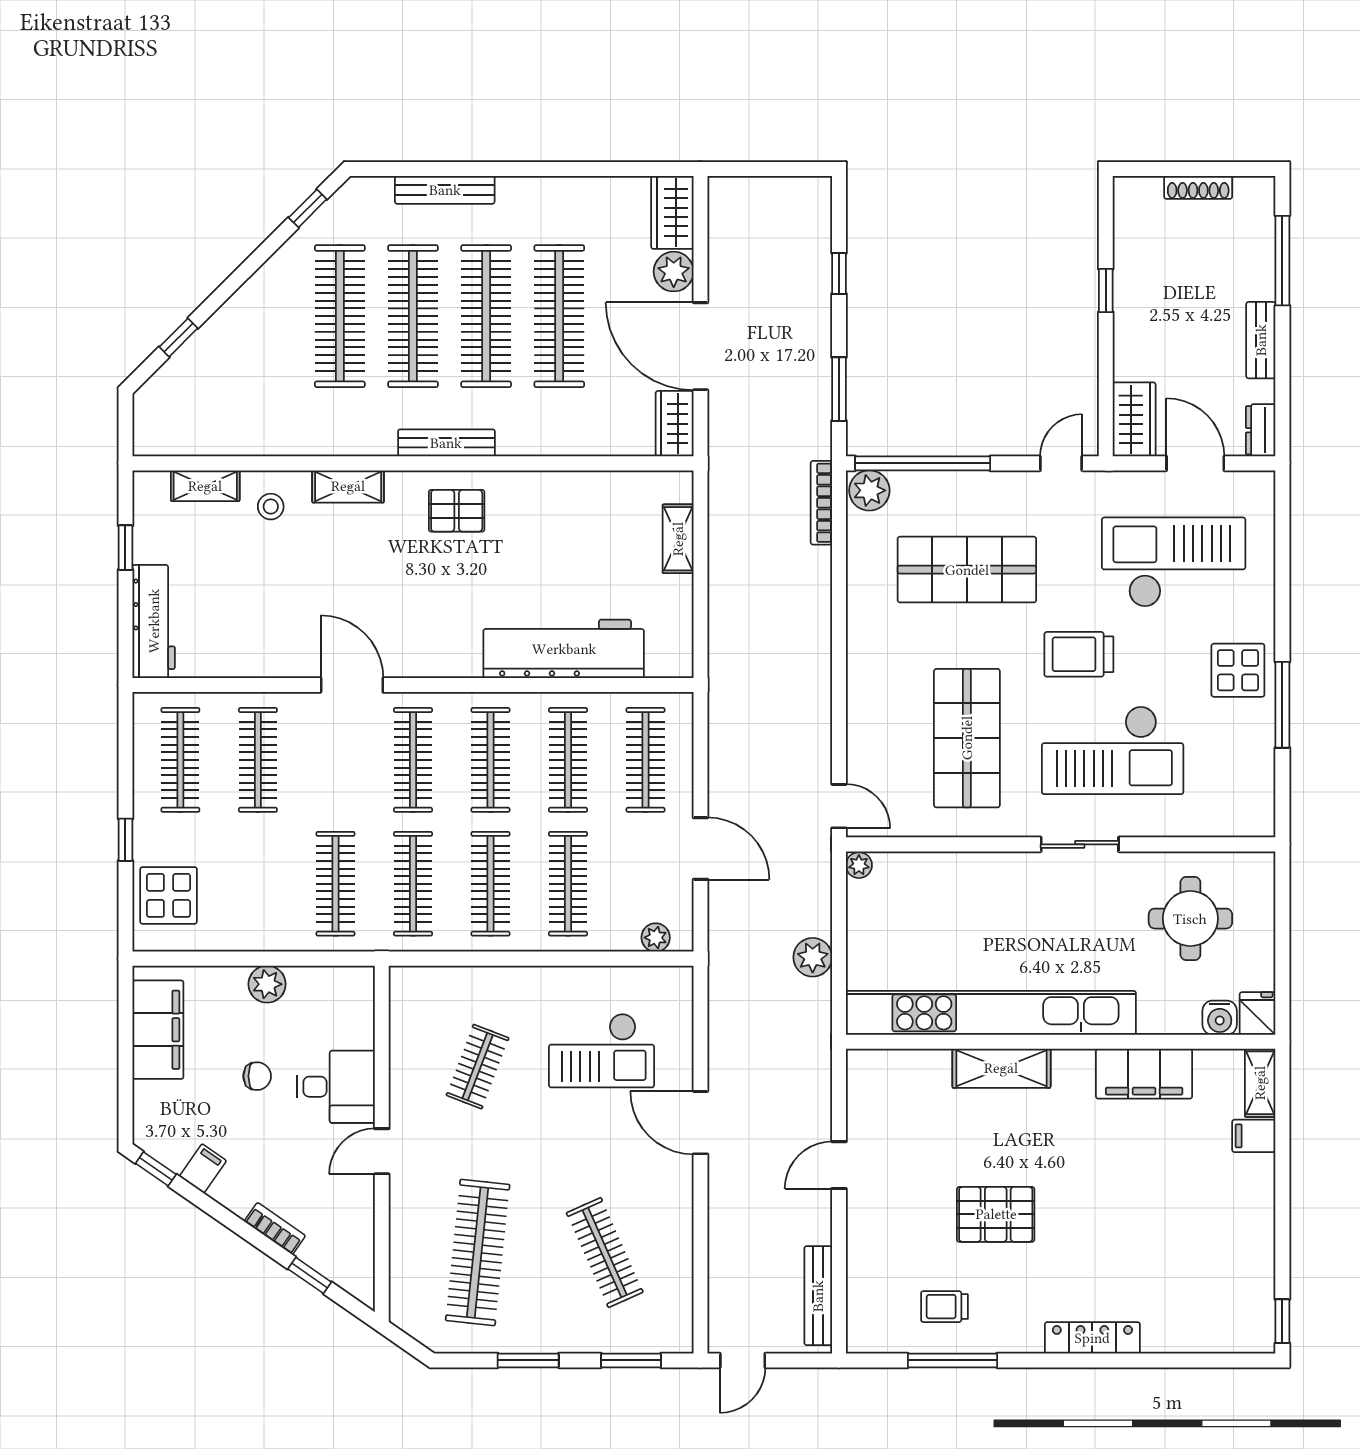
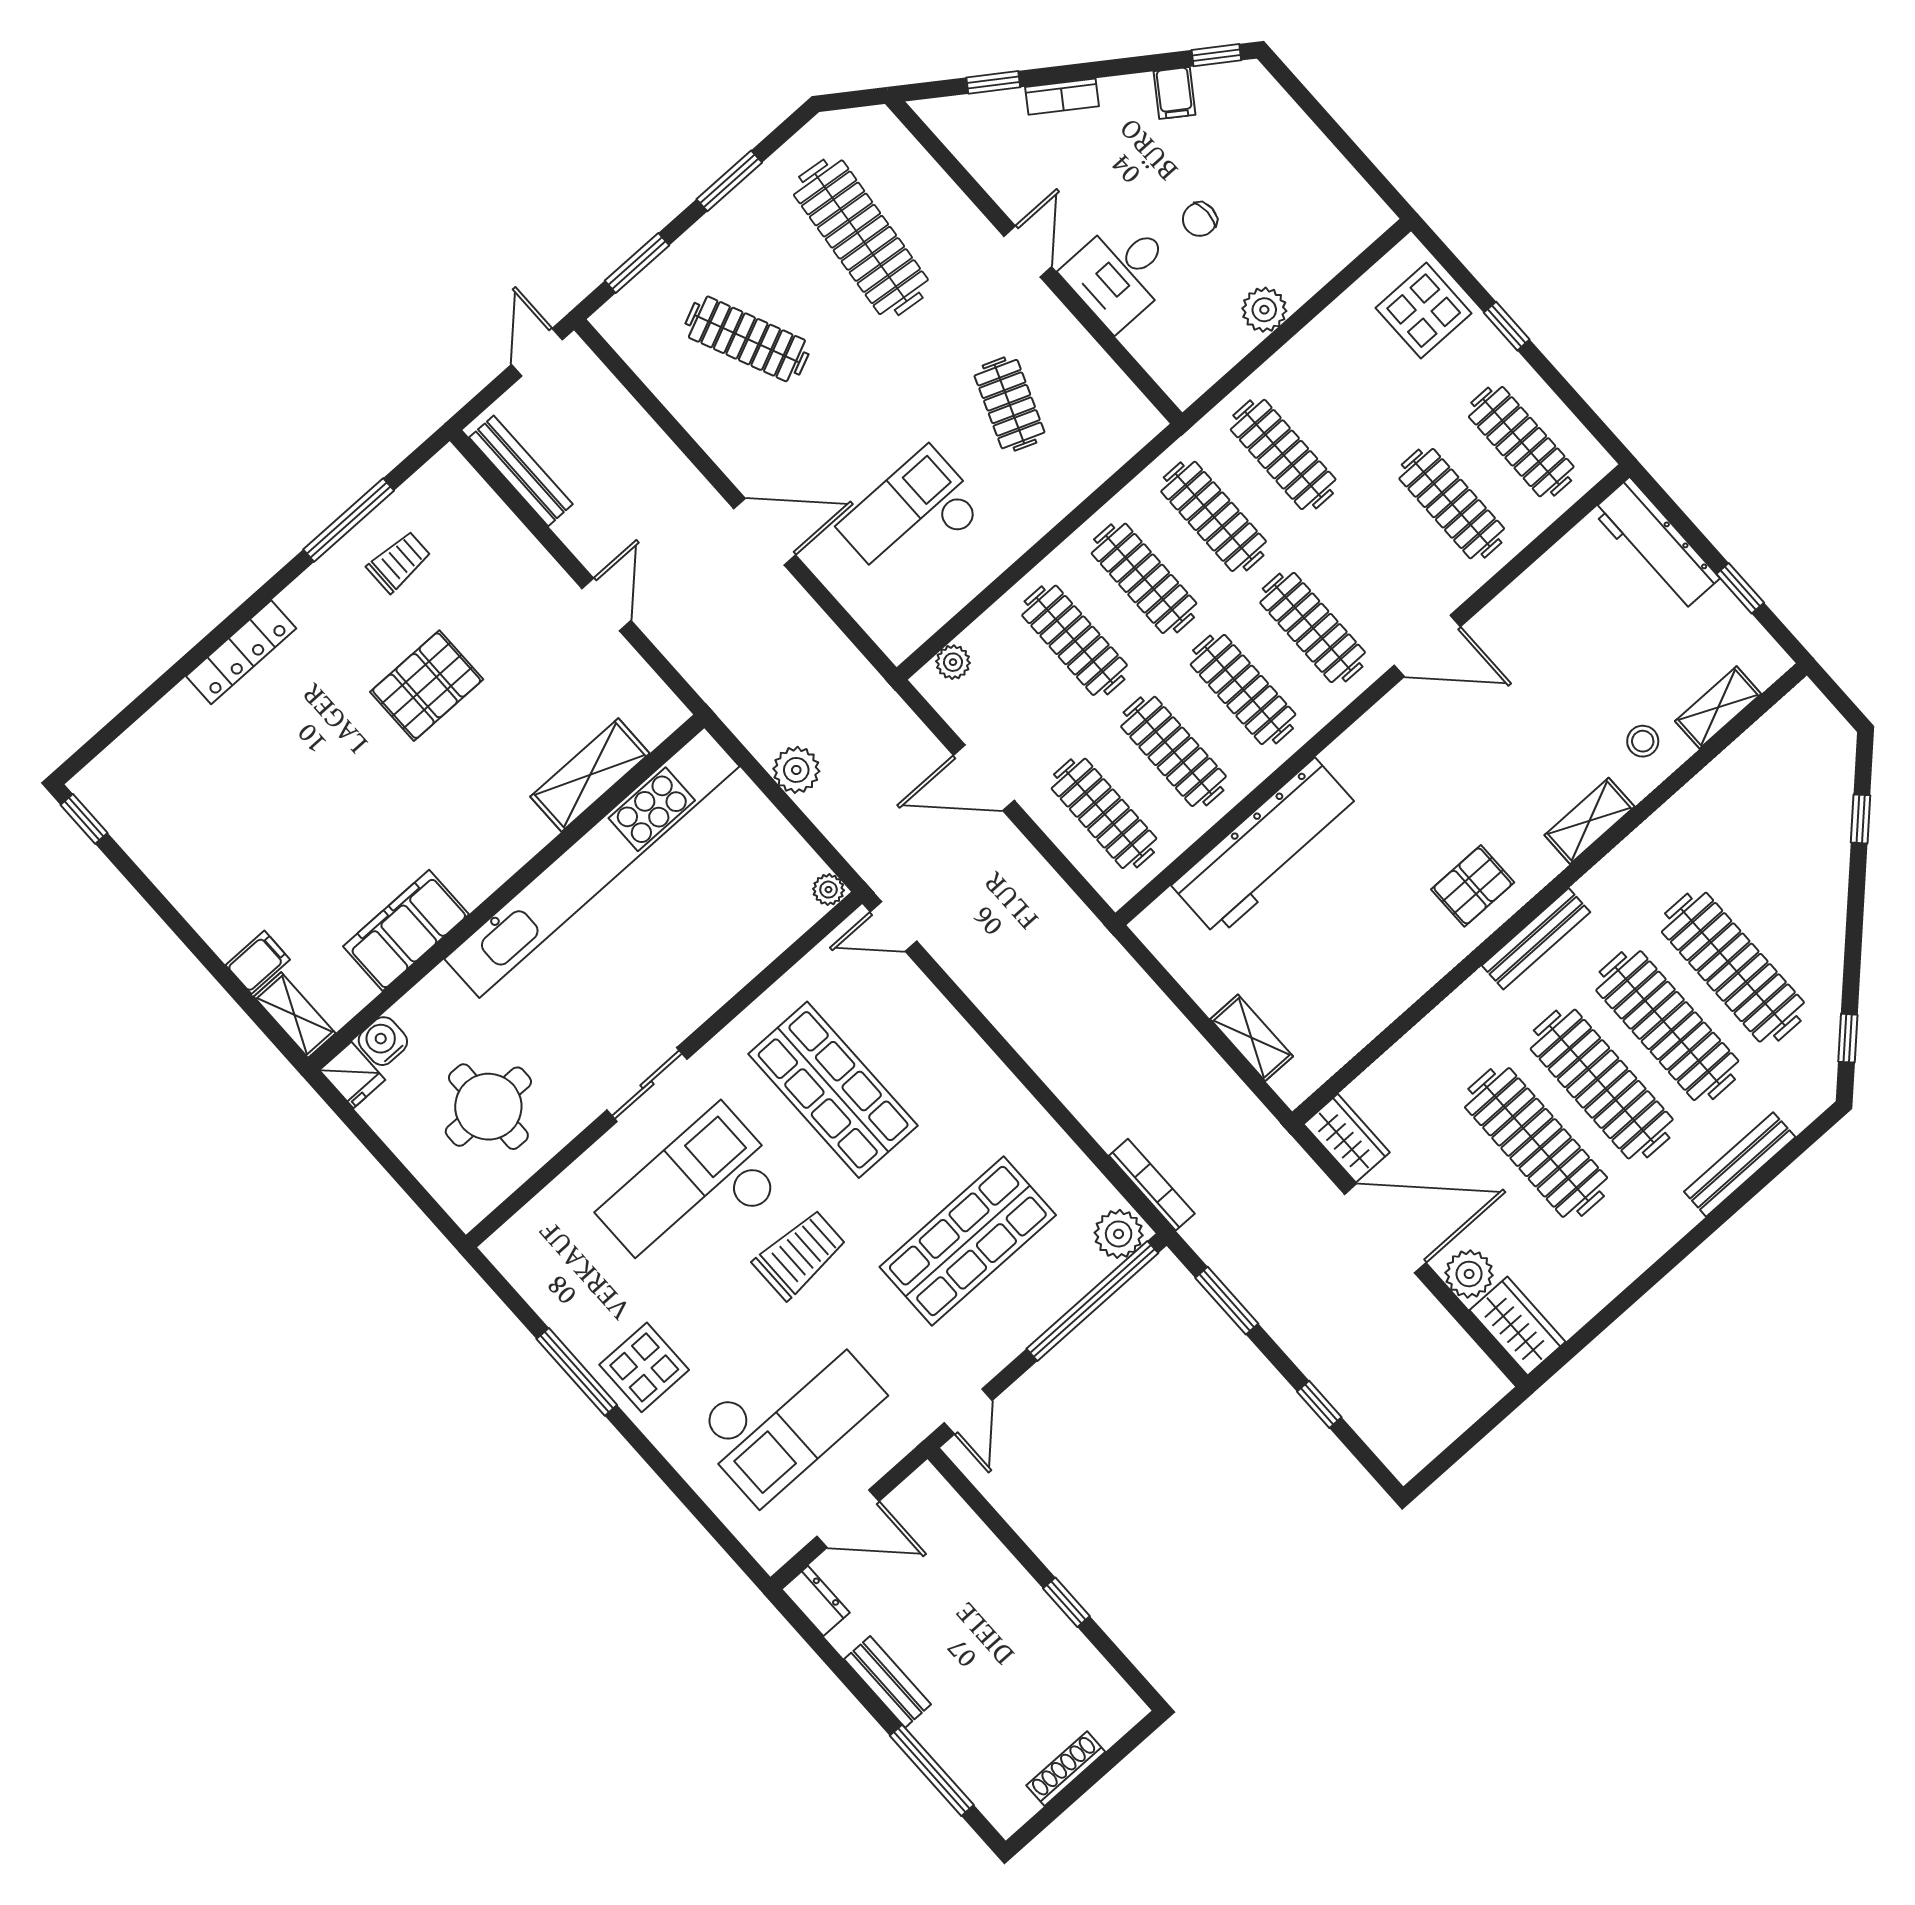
wardrobe: (1134, 419) -> (938, 1509), removed
filing cabinet: (158, 1030) -> (1326, 182), removed
shelving: (1001, 1068) -> (590, 775), moved

